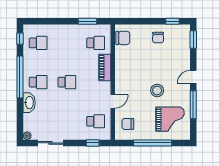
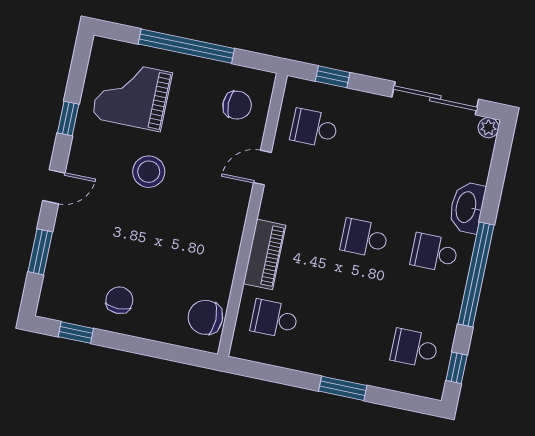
window: (87, 21) -> (343, 388), moved
window: (193, 40) -> (40, 252), moved
window: (193, 105) -> (68, 119), width x0.46
sliding door: (50, 143) -> (435, 98), width x1.37

